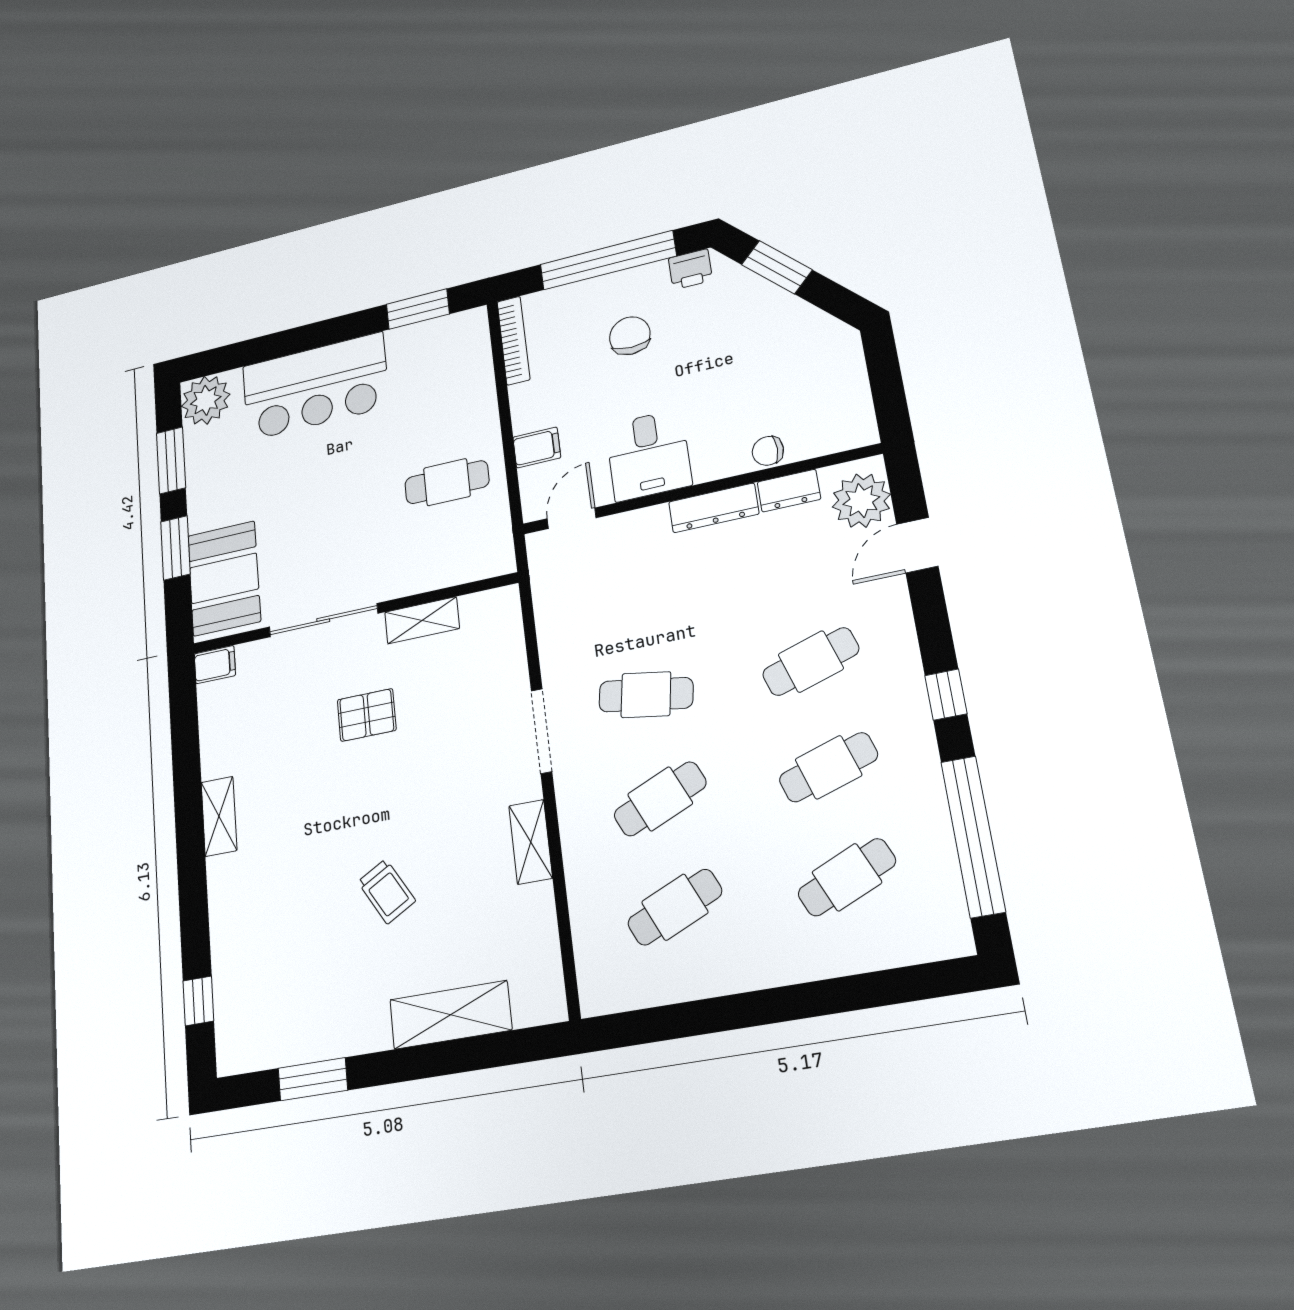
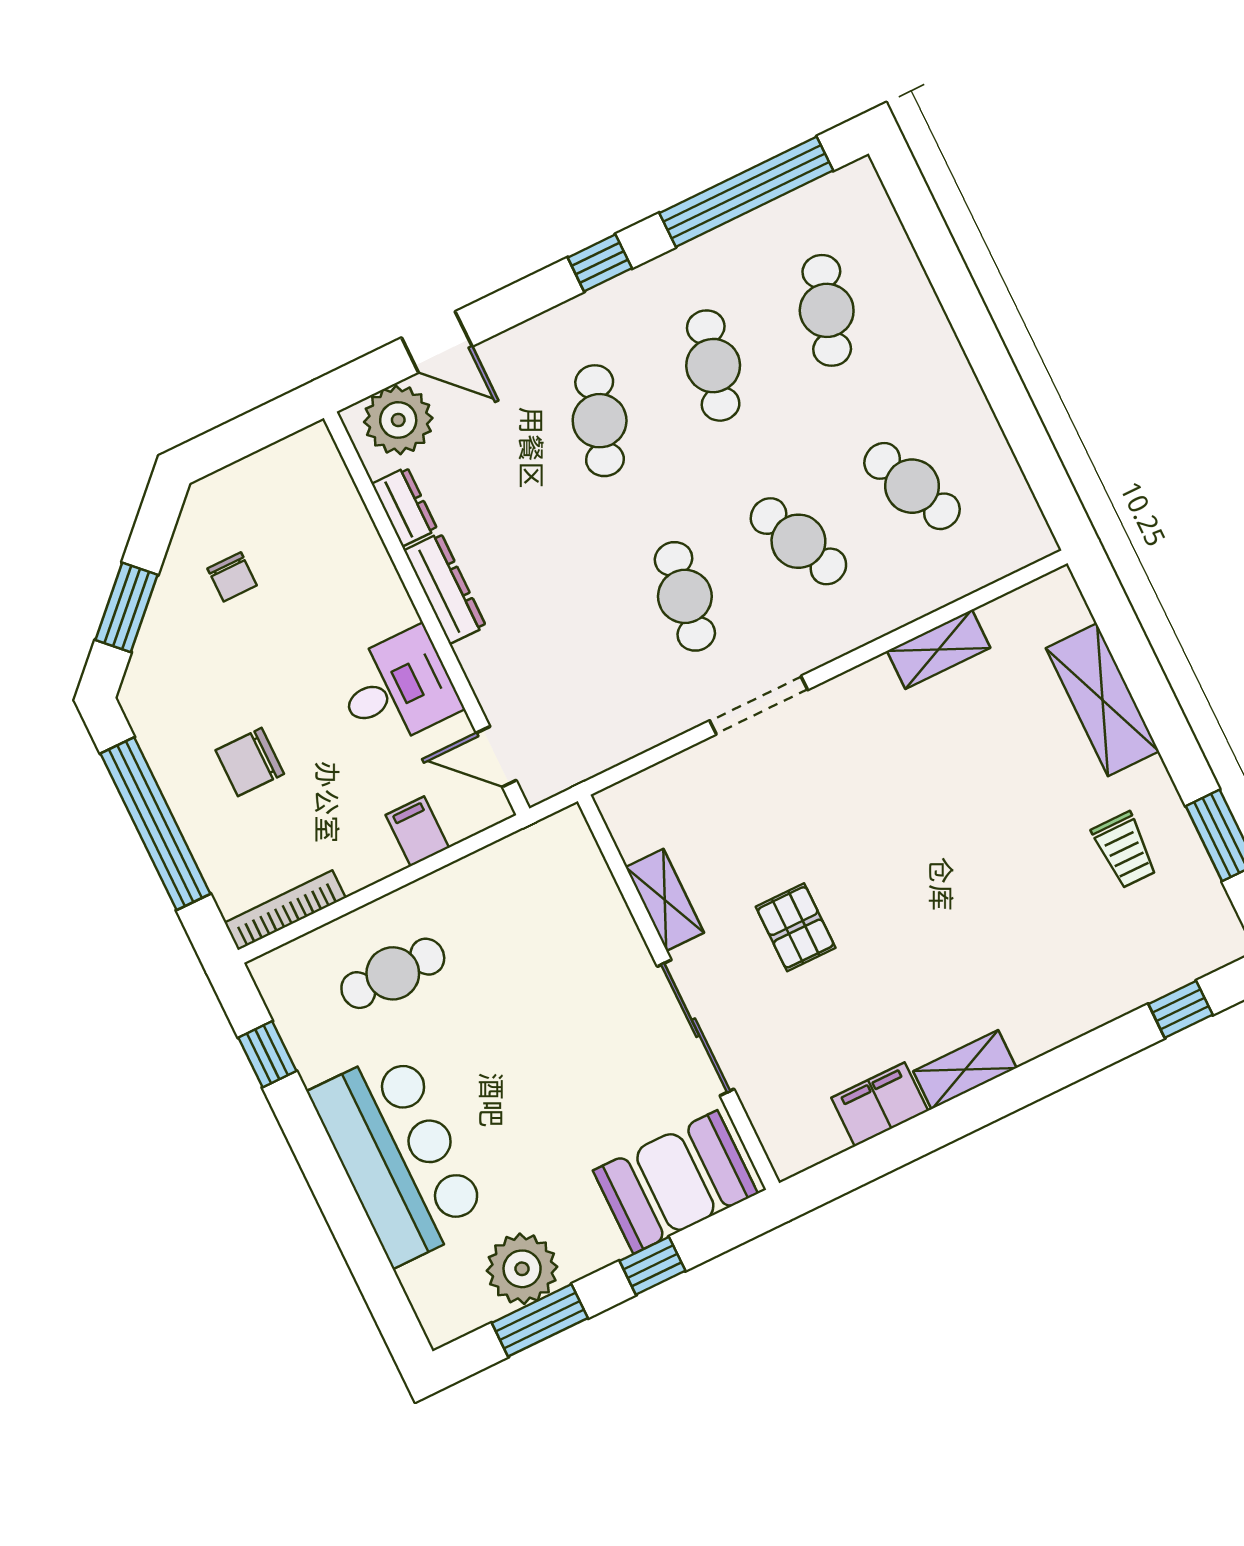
printer: (690, 269) -> (148, 714), removed
window: (418, 309) -> (267, 1054), width x0.67
plant: (206, 400) -> (522, 1269), moved
chair: (768, 451) -> (232, 577), moved
cafe table: (447, 482) -> (393, 973), moved, turned 90
window: (175, 548) -> (652, 1266), width x0.67
cafe table: (811, 662) -> (600, 421), turned 36
filing cabinet: (215, 665) -> (880, 1104), moved, width x2.00
cafe table: (828, 767) -> (713, 366), turned 33
shelving: (531, 842) -> (939, 649), moved
cafe table: (847, 877) -> (827, 310), turned 42
trolley: (386, 891) -> (1125, 850), moved, turned 120

